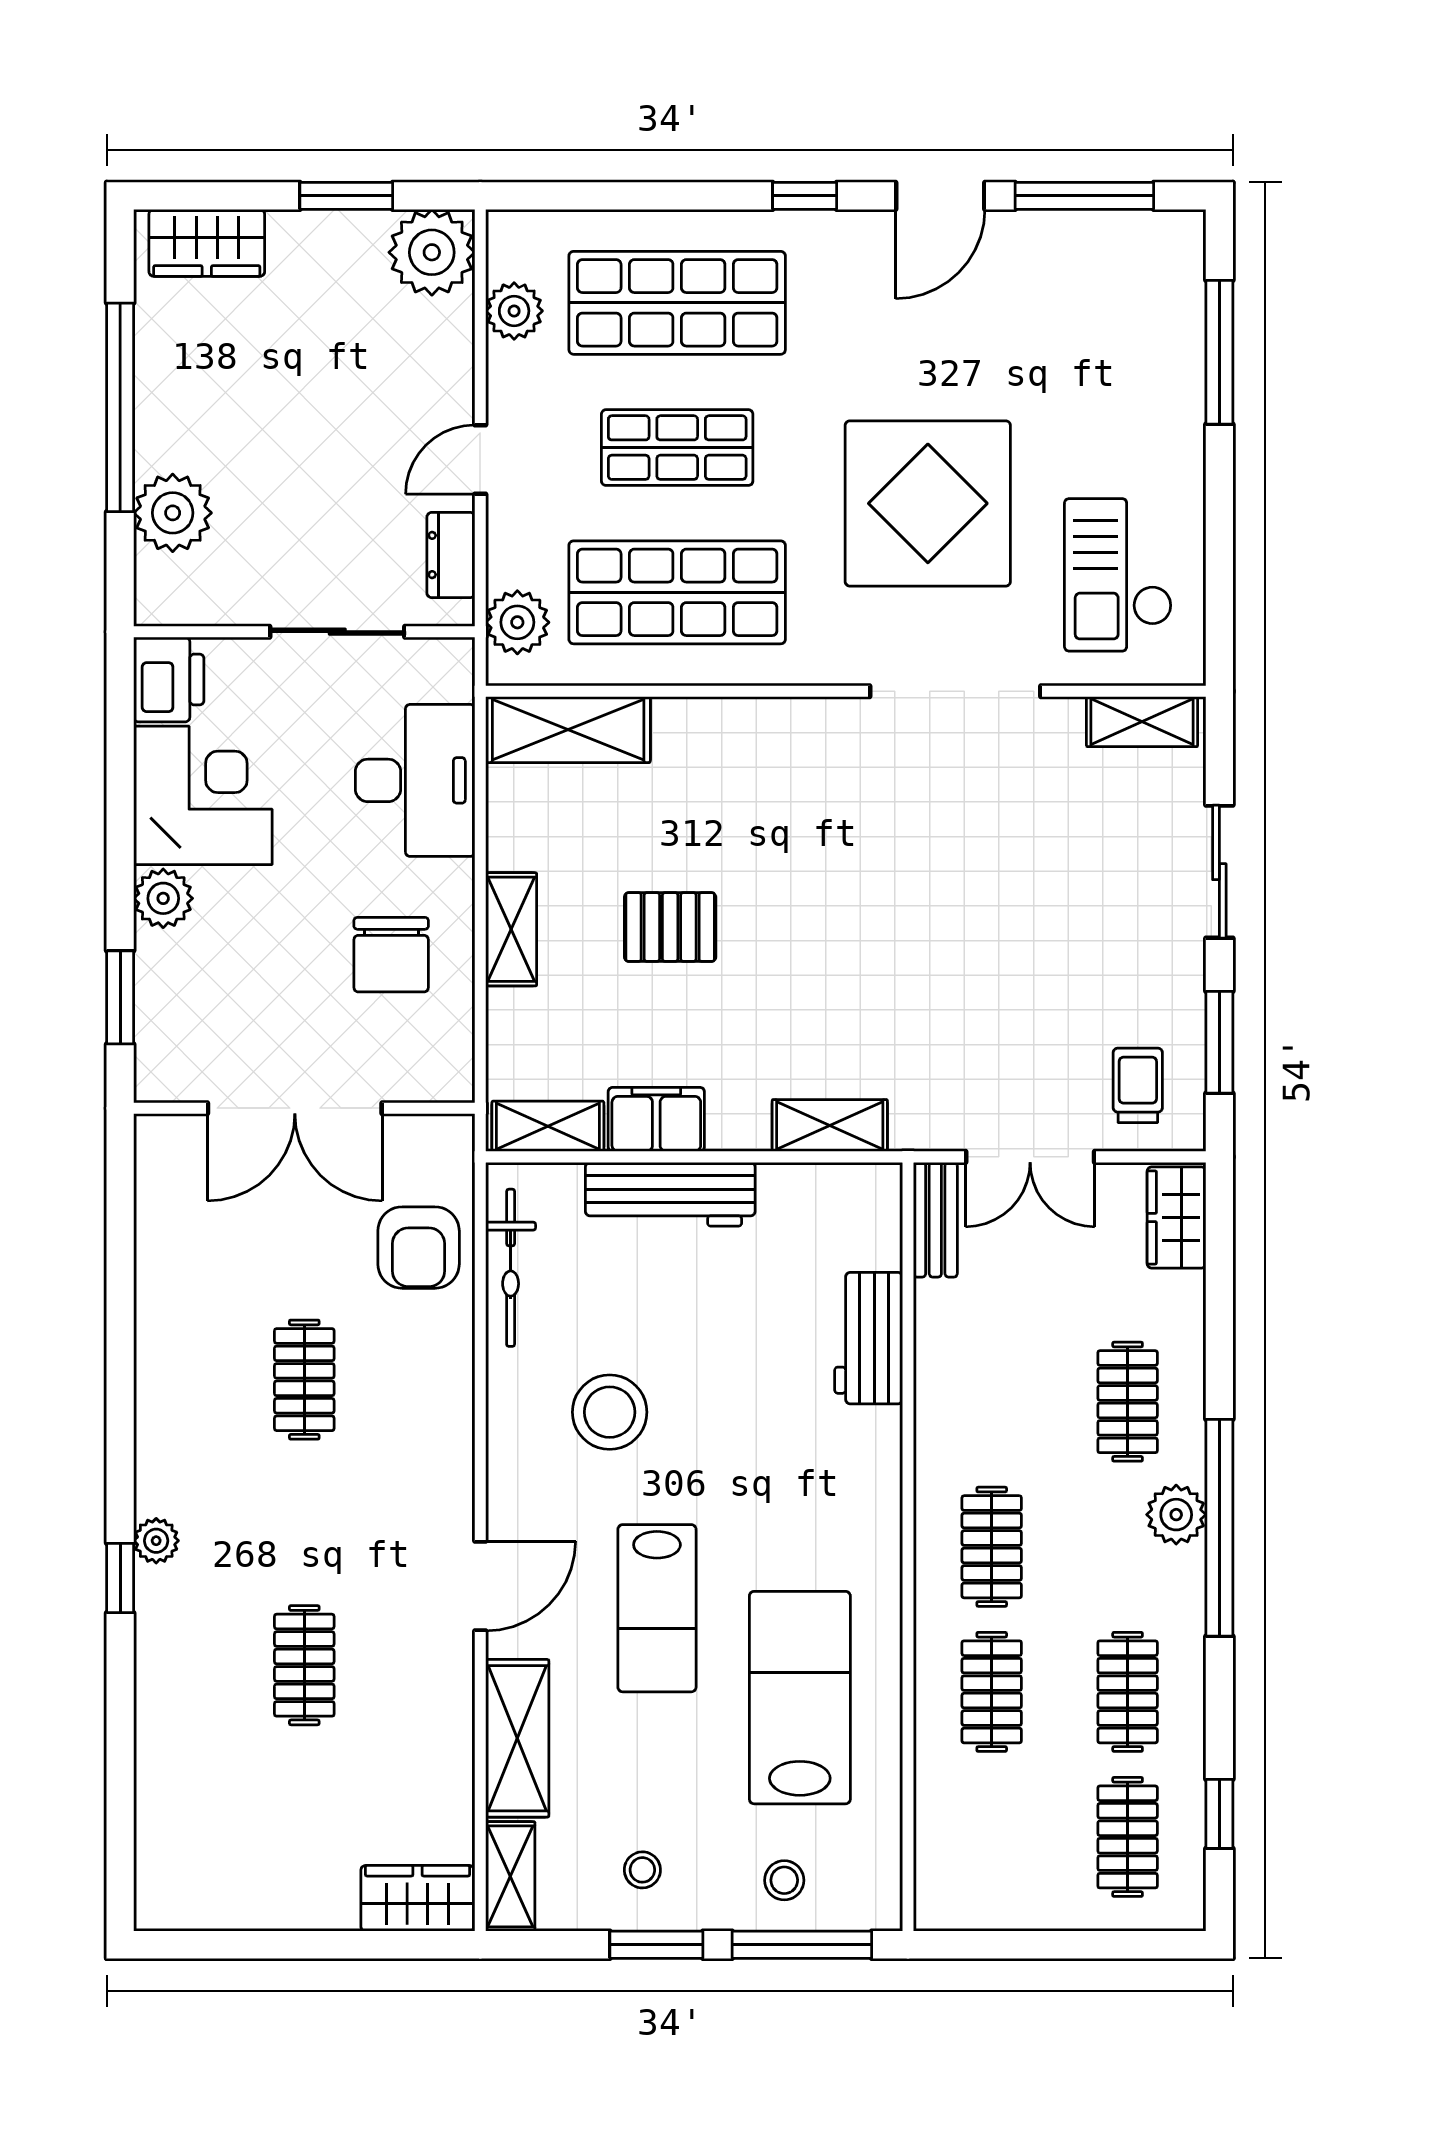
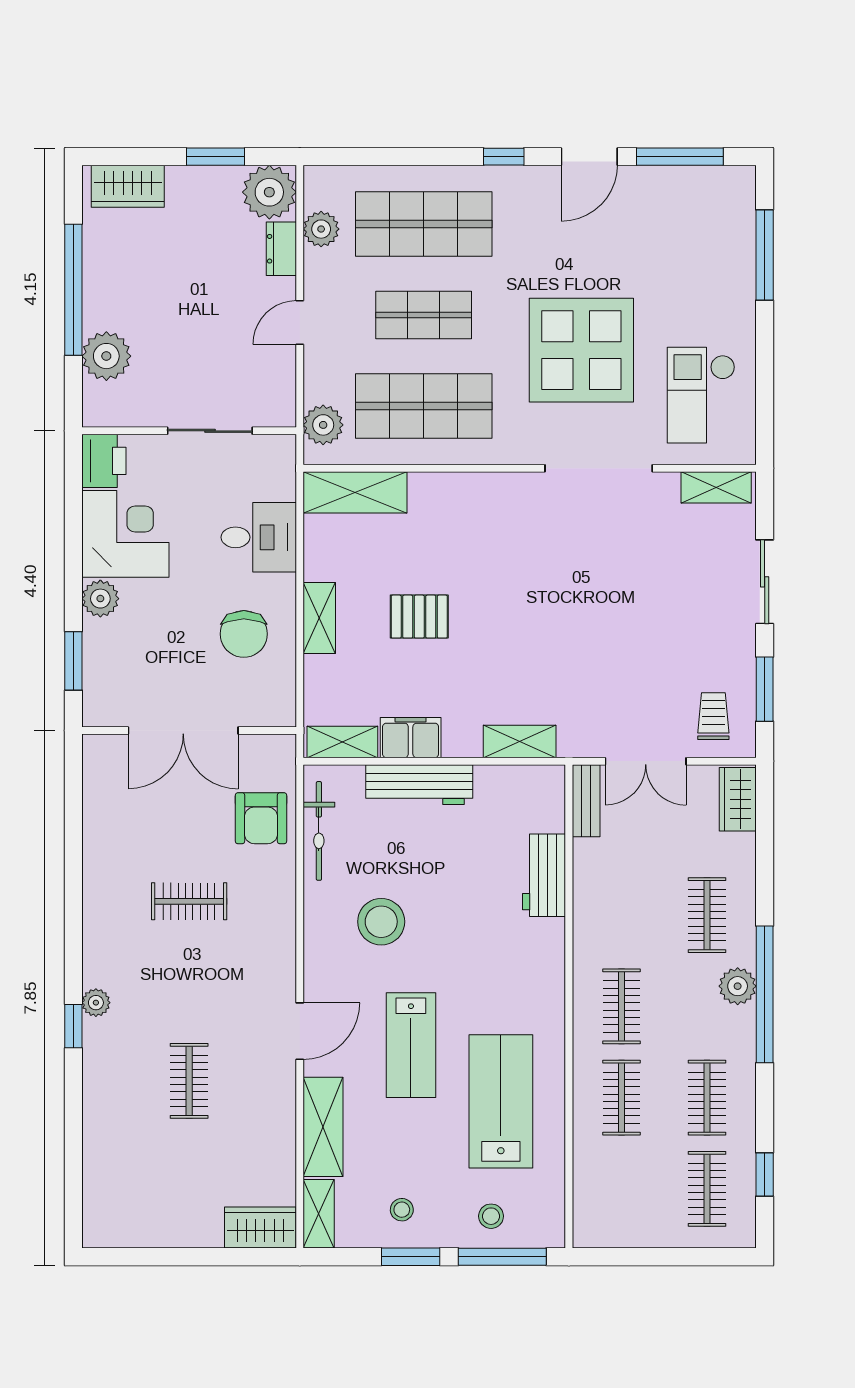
dresser: (451, 555) -> (281, 249), moved
desk: (415, 780) -> (259, 537), width x0.73
clothes rail: (304, 1380) -> (189, 901), turned 90

